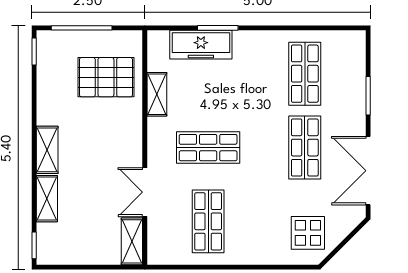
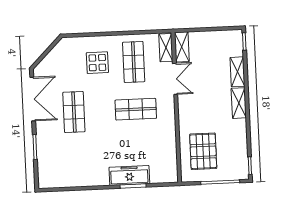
freezer: (201, 45) -> (129, 175), moved
shop shelf: (305, 74) -> (76, 159), removed
pallet: (106, 77) -> (203, 151), turned 90
shelving: (157, 94) -> (166, 48), moved
display table: (308, 233) -> (97, 63), moved

